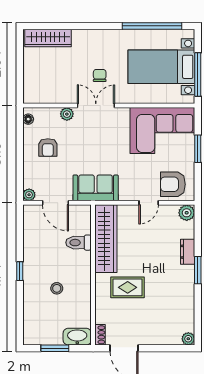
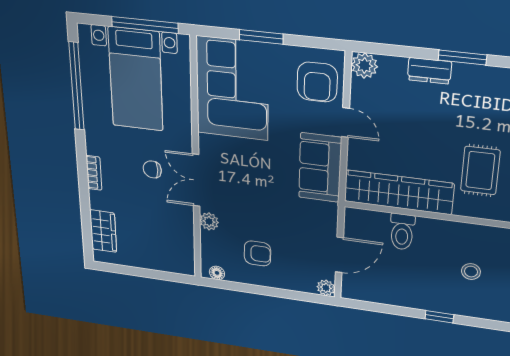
bookcase: (92, 34) -> (94, 173), added
wardrobe: (48, 38) -> (103, 231), width x0.67
sofa: (96, 188) -> (320, 168), moved

